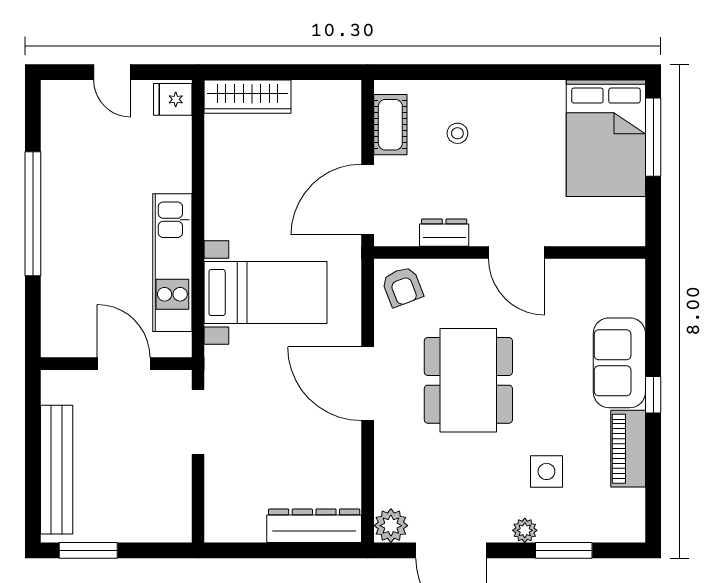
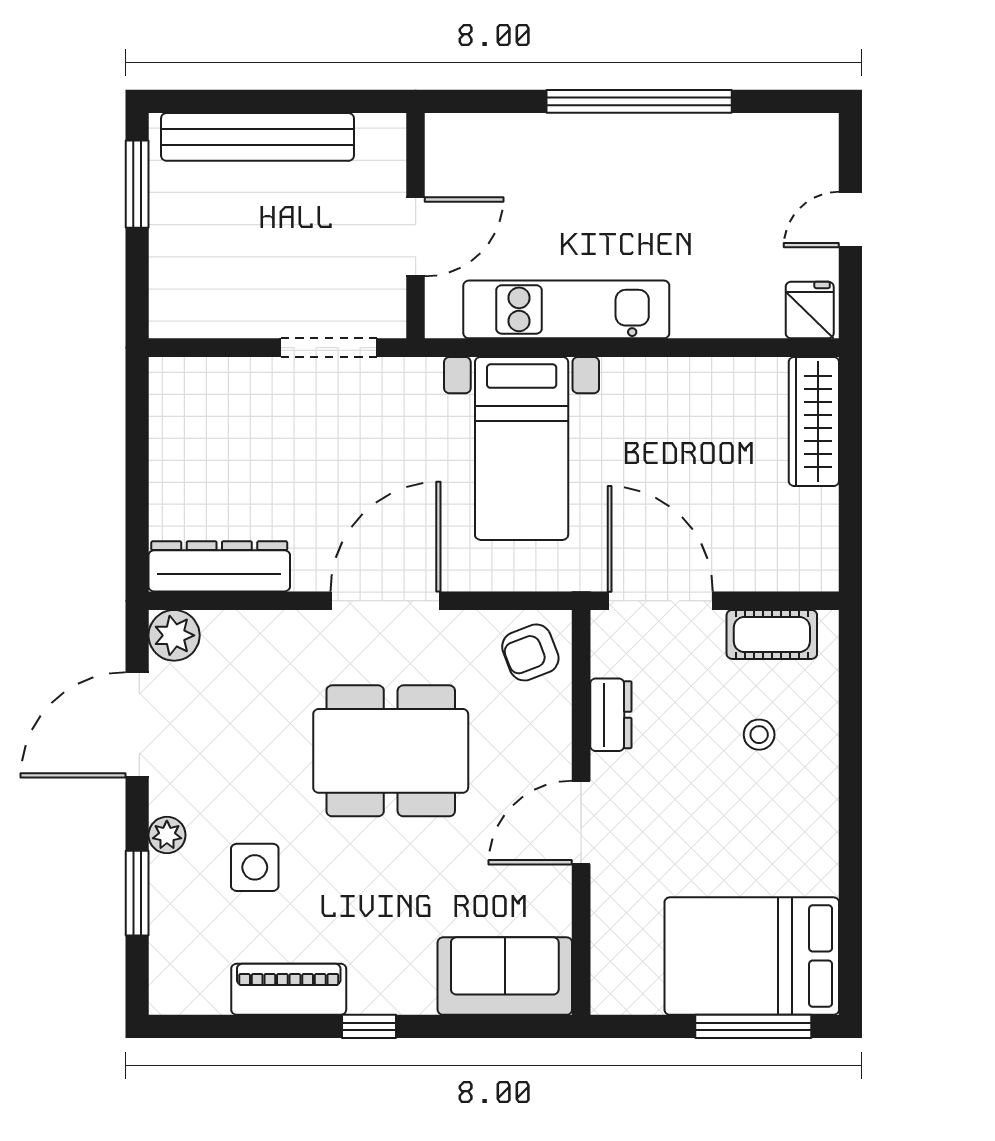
sofa: (619, 363) -> (505, 976), moved
dresser: (314, 526) -> (219, 566), moved, turned -90

